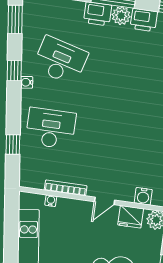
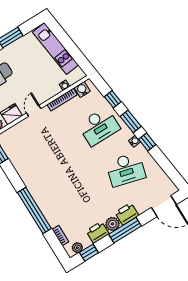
window: (15, 19) -> (131, 121), moved
water cooler: (143, 196) -> (82, 89), moved

